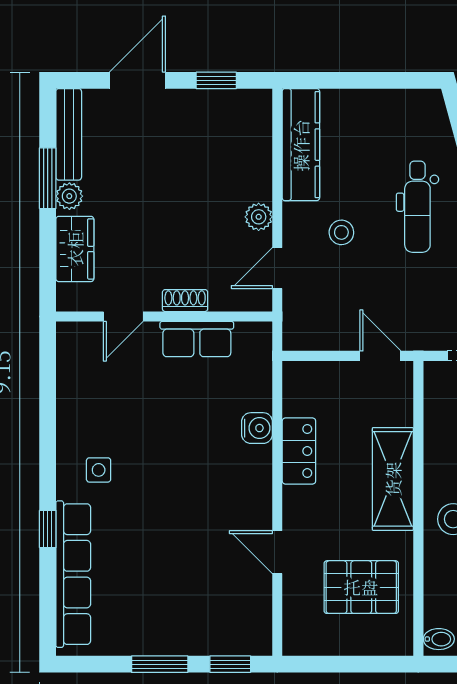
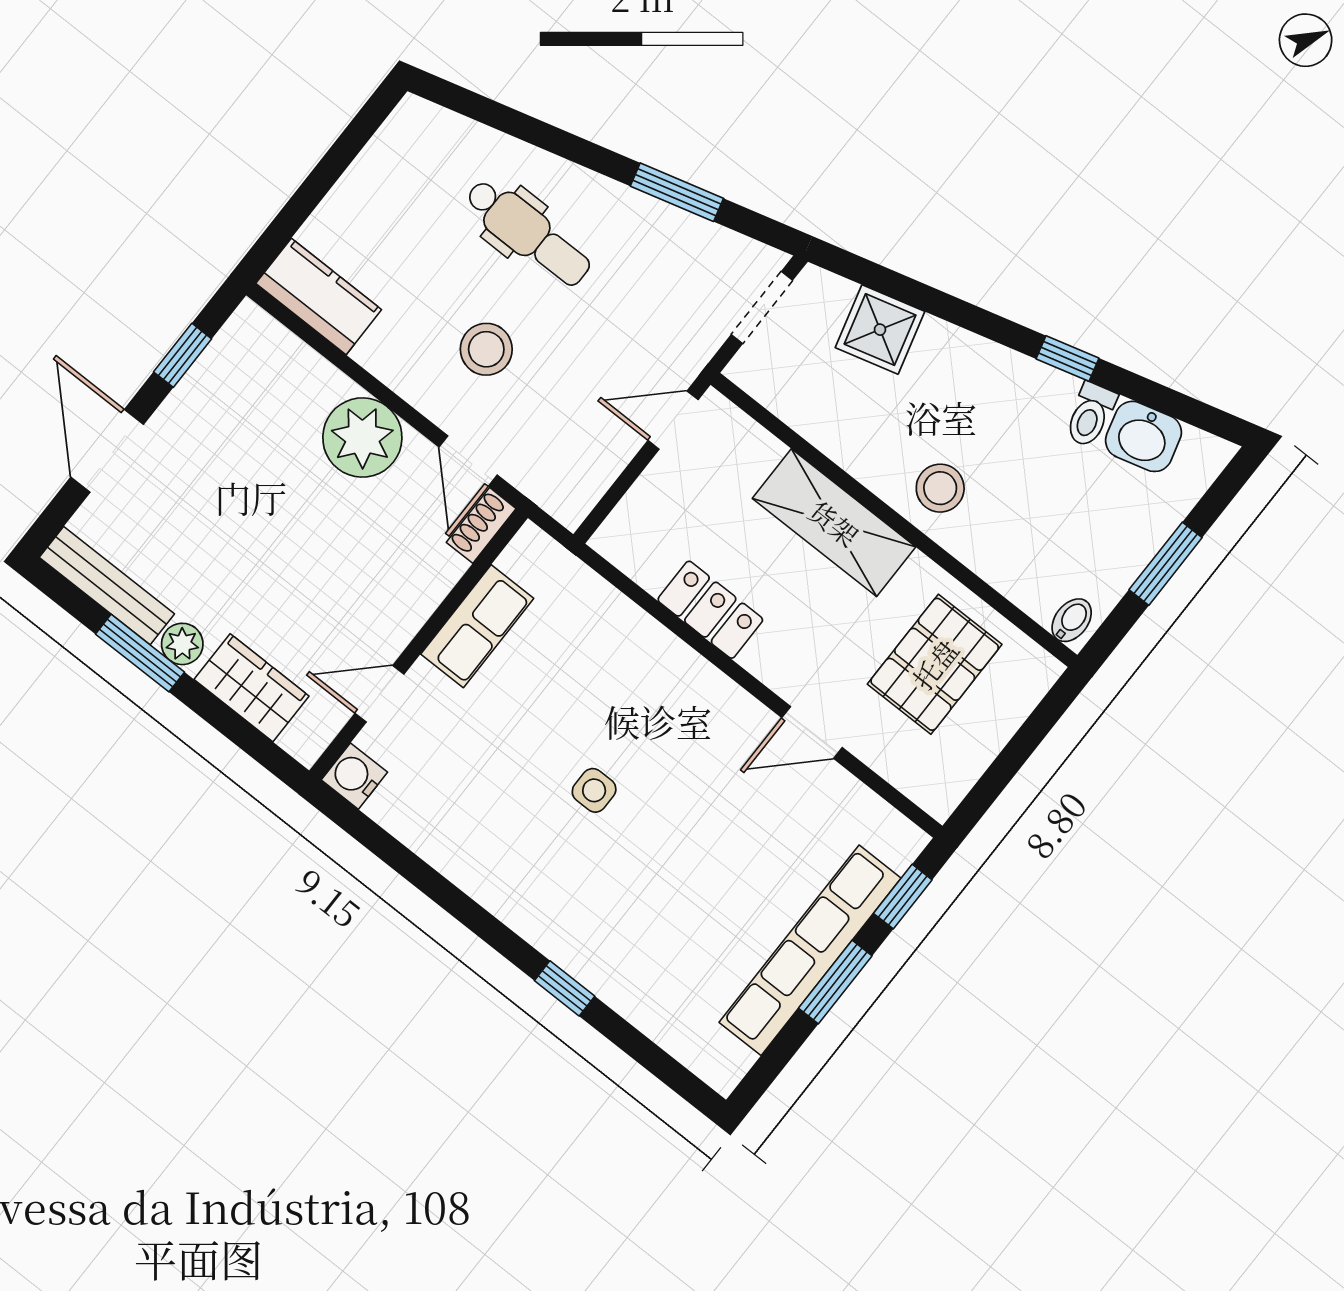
kitchen counter: (301, 145) -> (319, 296), width x0.67
plant: (259, 217) -> (362, 438), width x1.88, depth x1.88
stool: (341, 232) -> (486, 349), width x1.37, depth x1.37
shoe rack: (185, 301) -> (481, 525), moved
door: (123, 316) -> (380, 694), swing flipped
water cooler: (257, 428) -> (354, 776), moved, turned -90
side table: (99, 470) -> (594, 790), moved
row of seats: (73, 574) -> (810, 950), moved, turned -90

